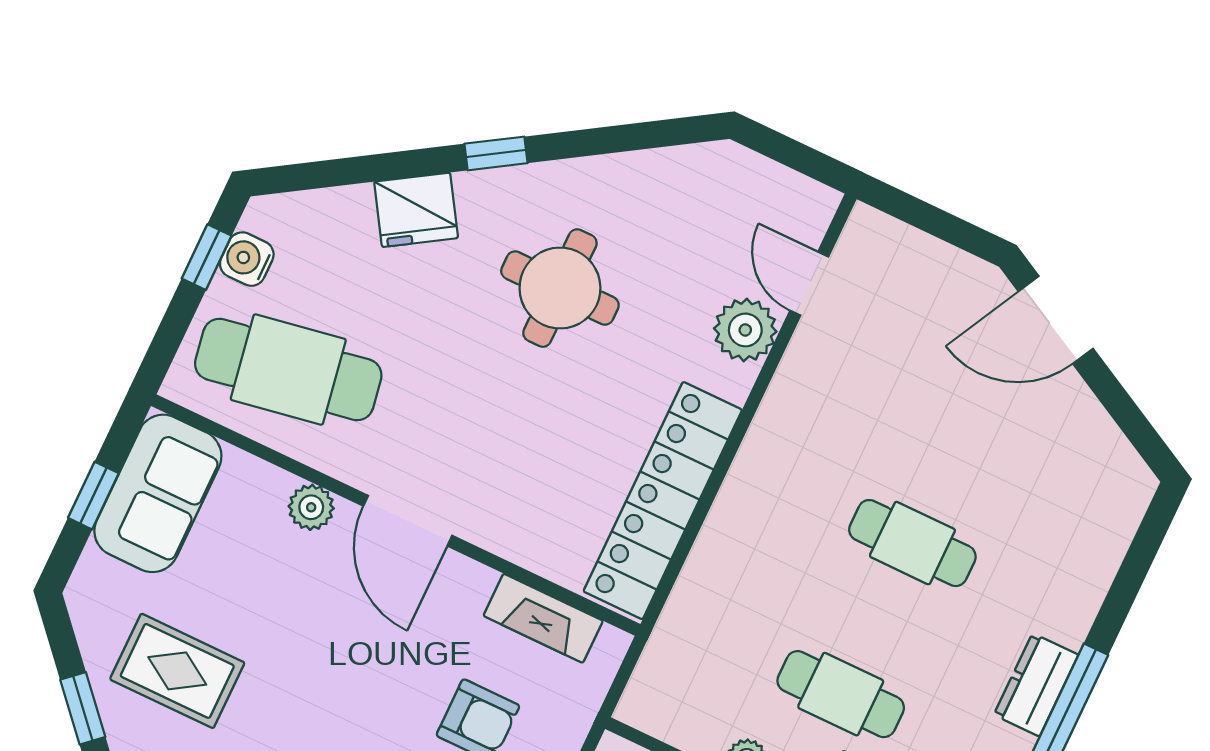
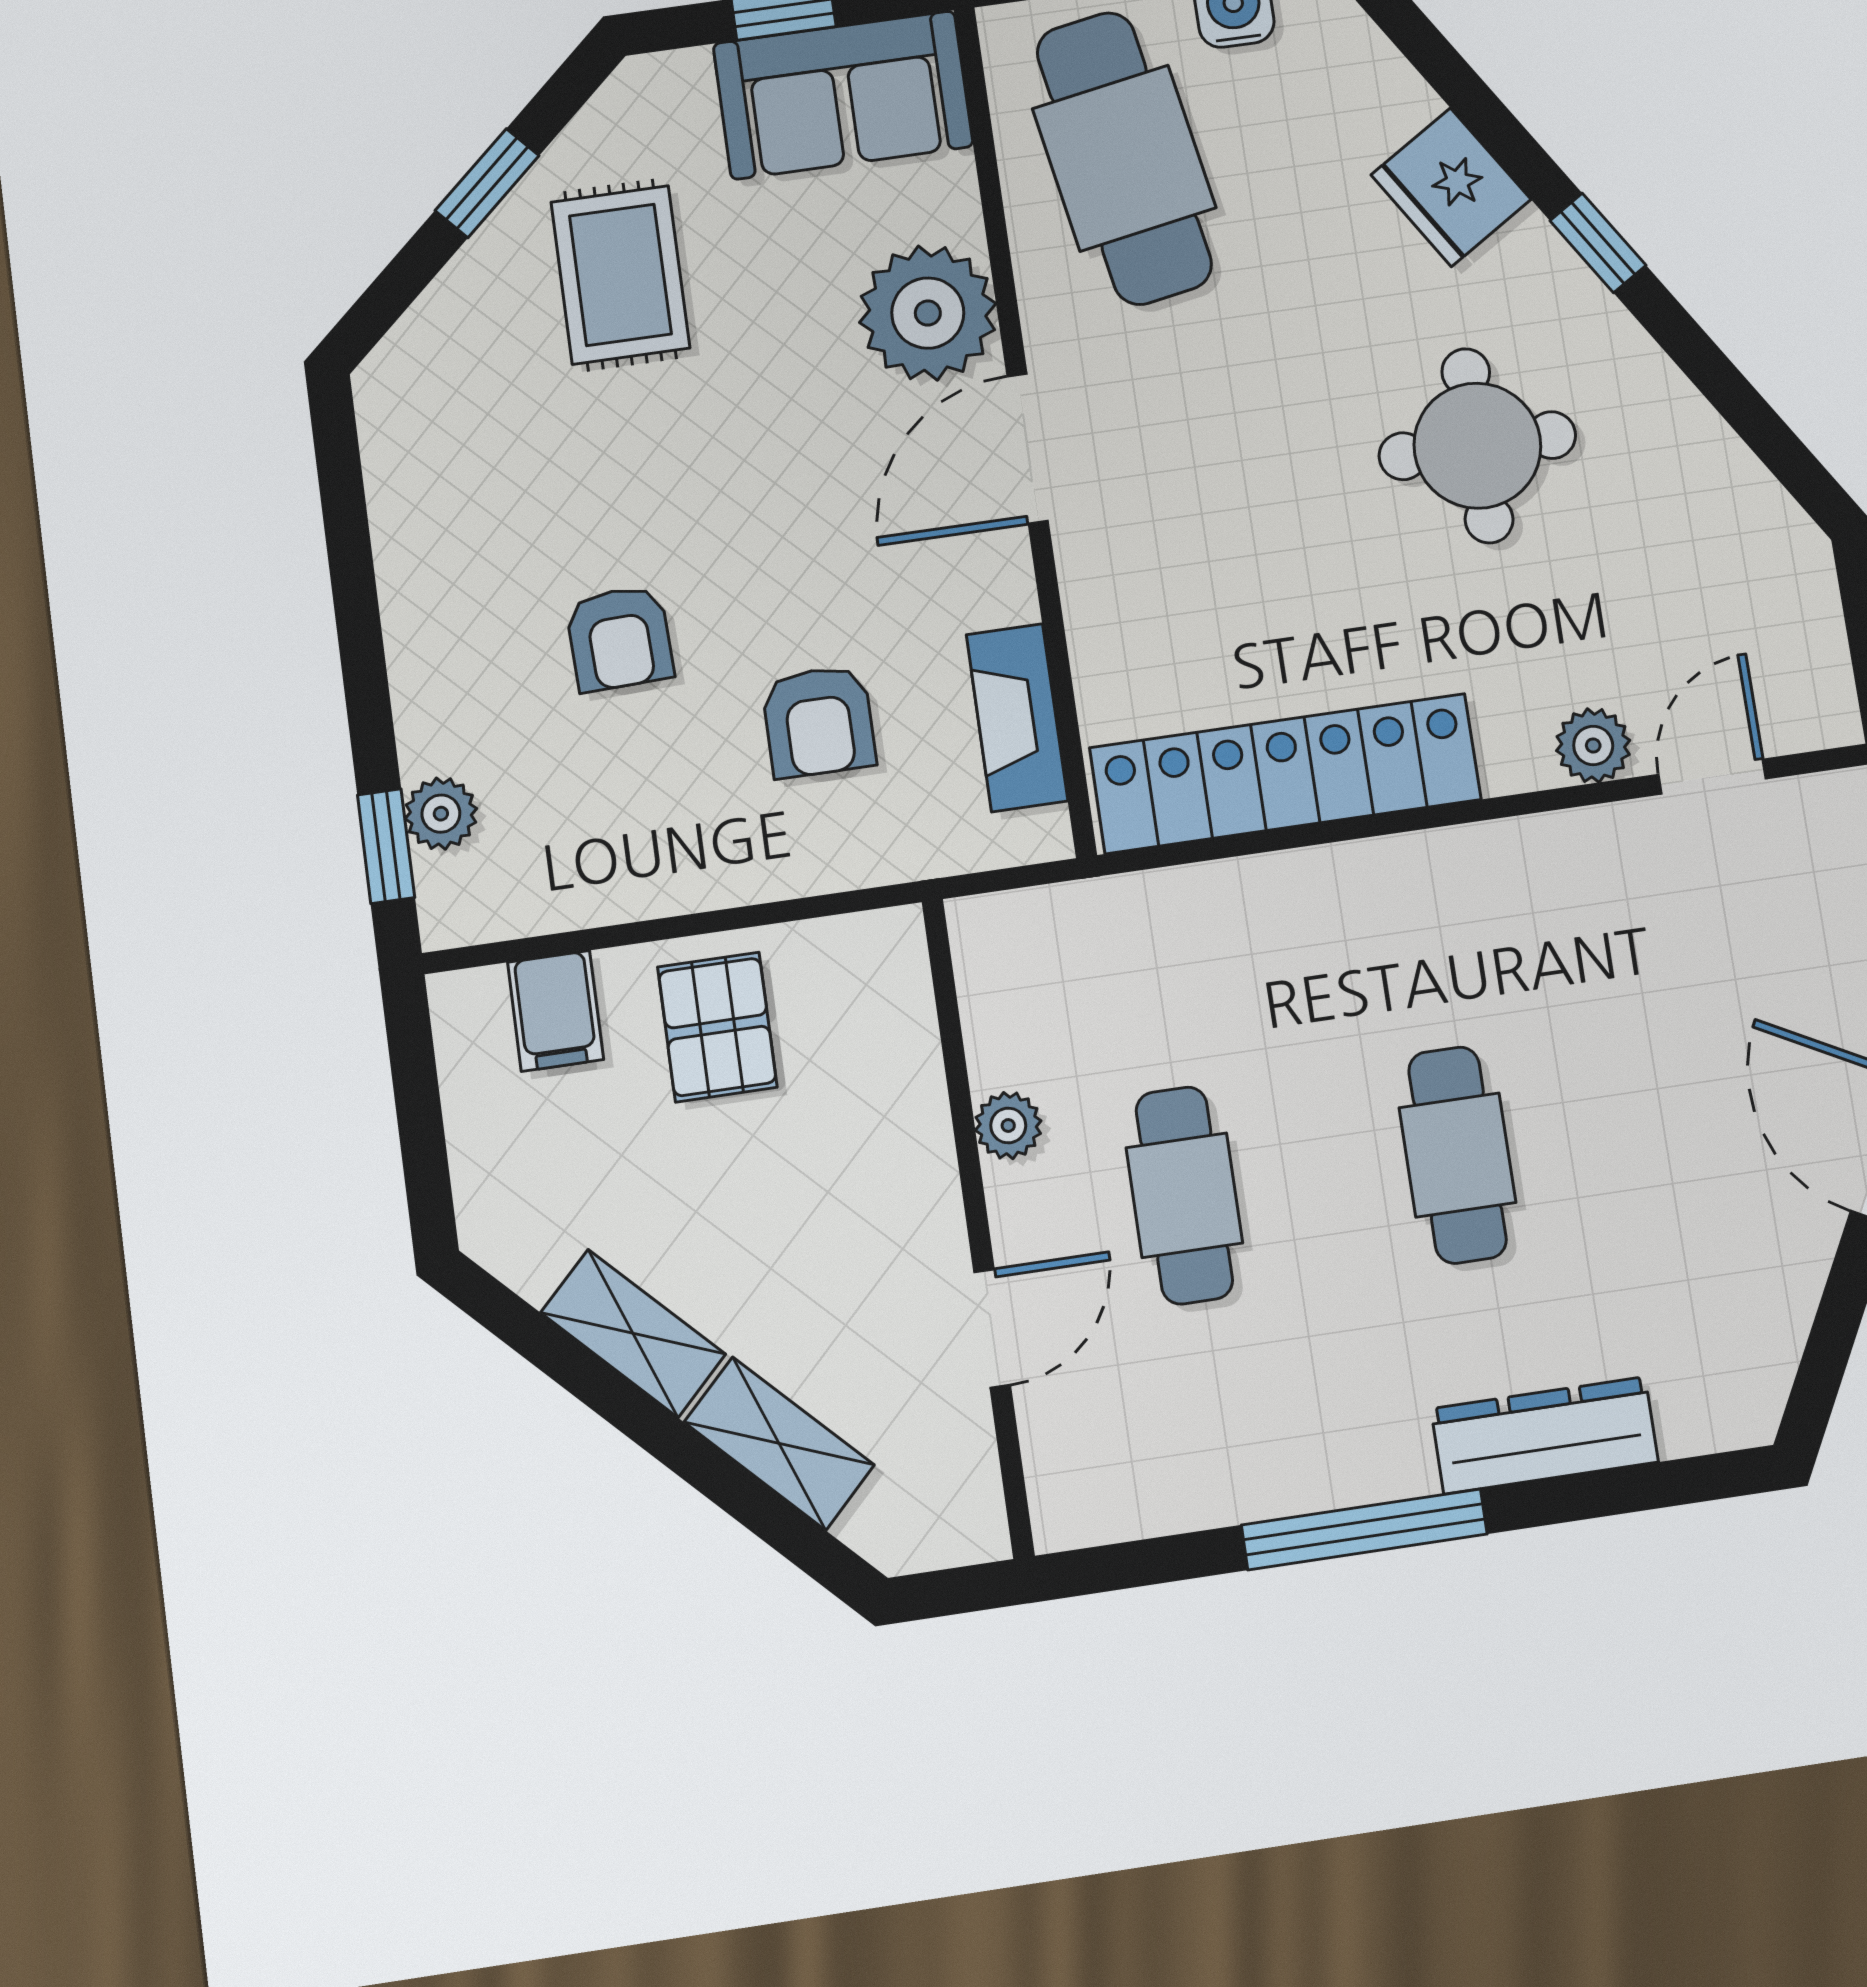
plant: (745, 330) -> (1593, 745), width x0.73, depth x0.73
plant: (311, 507) -> (928, 313), width x1.87, depth x1.87
dresser: (1036, 685) -> (1545, 1435), moved, width x1.44

